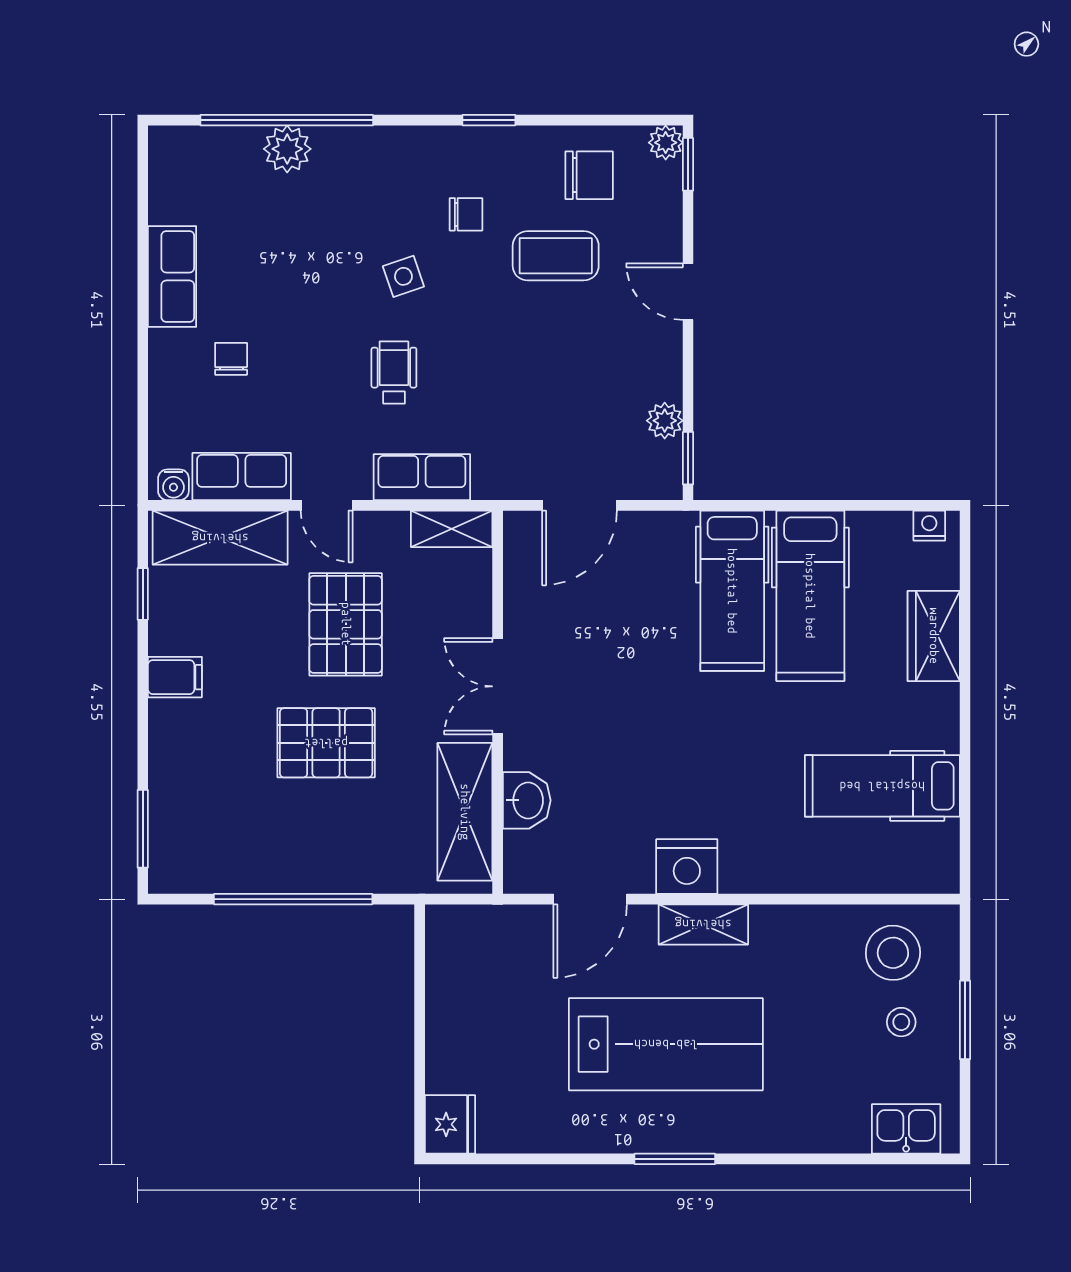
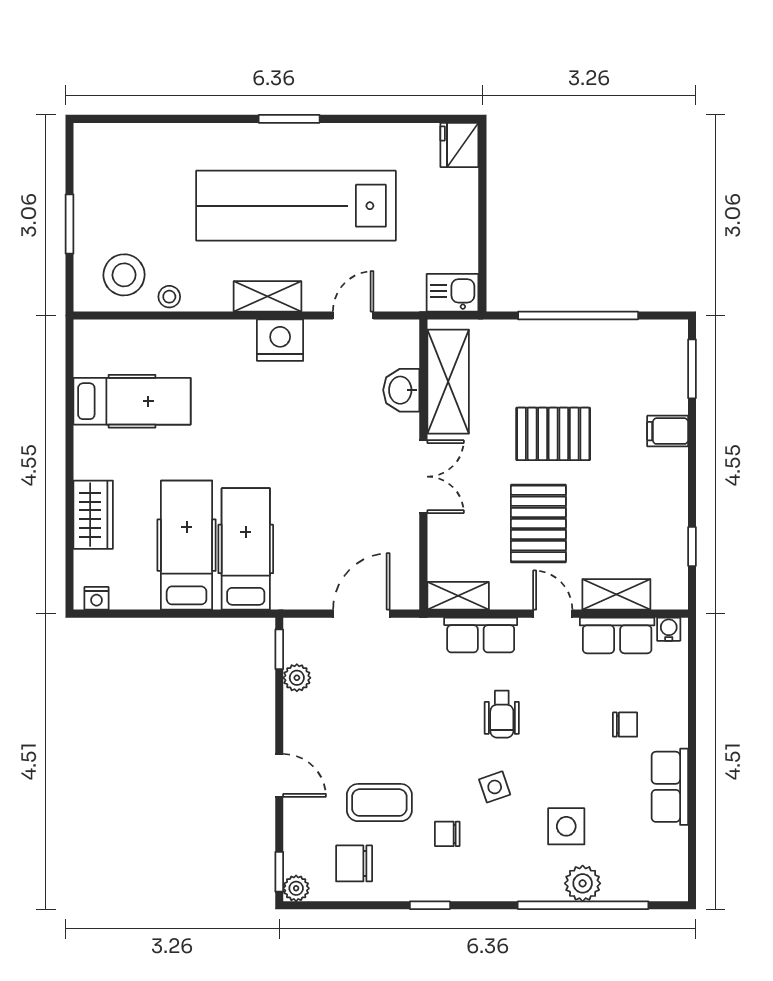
side table: (309, 224) -> (566, 826), added
chair: (231, 359) -> (625, 725), turned -90
shelving: (220, 538) -> (616, 594), width x0.67, depth x0.75
filing cabinet: (175, 677) -> (668, 431), moved
door: (590, 899) -> (353, 315), width x0.73
stool: (901, 1022) -> (169, 297), moved
lab bench: (666, 1044) -> (296, 206), width x1.36
kitchen sink: (906, 1129) -> (453, 293), moved, turned 180

